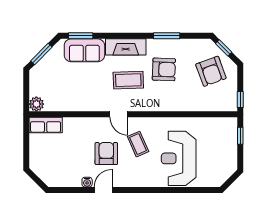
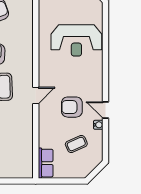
plant: (36, 104) -> (26, 171), removed
coffee table: (138, 144) -> (76, 144), moved

